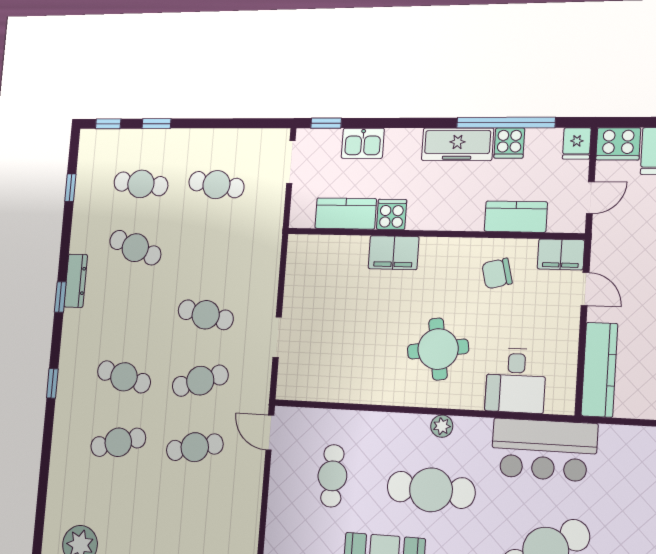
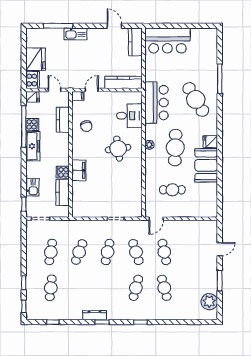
cafe table: (135, 248) -> (79, 252), moved
filing cabinet: (561, 254) -> (78, 96), width x0.50

